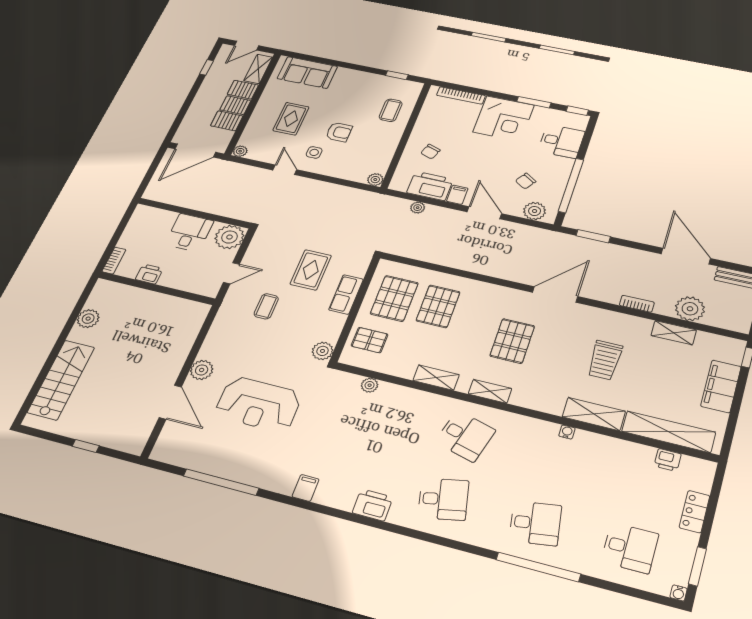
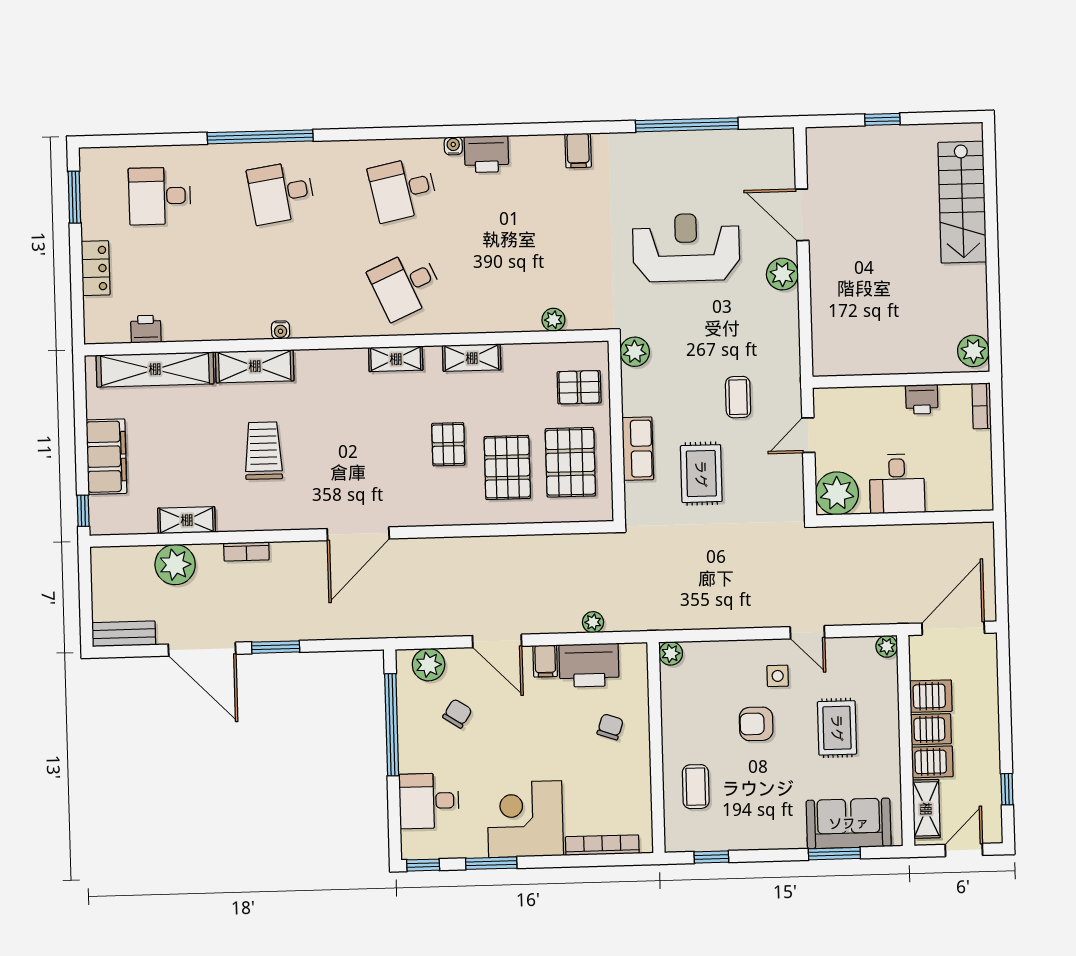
window: (323, 61) -> (834, 854), added
window: (593, 236) -> (276, 647), moved
plant: (88, 319) -> (973, 351), moved
pallet: (512, 341) -> (448, 444), moved, width x0.67, depth x0.71
desk: (465, 436) -> (406, 285), turned -39
water cooler: (679, 593) -> (453, 146), moved

